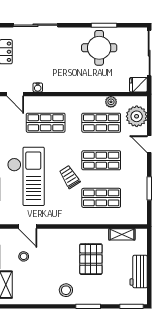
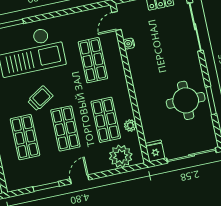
door: (149, 144) -> (79, 179), moved

